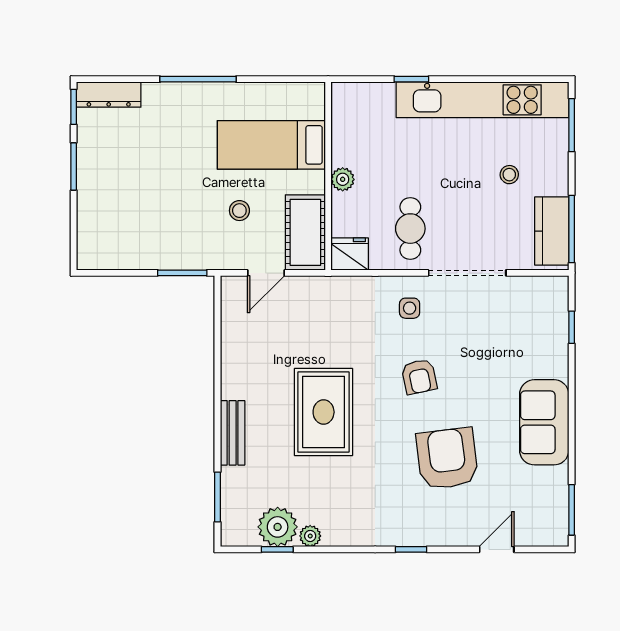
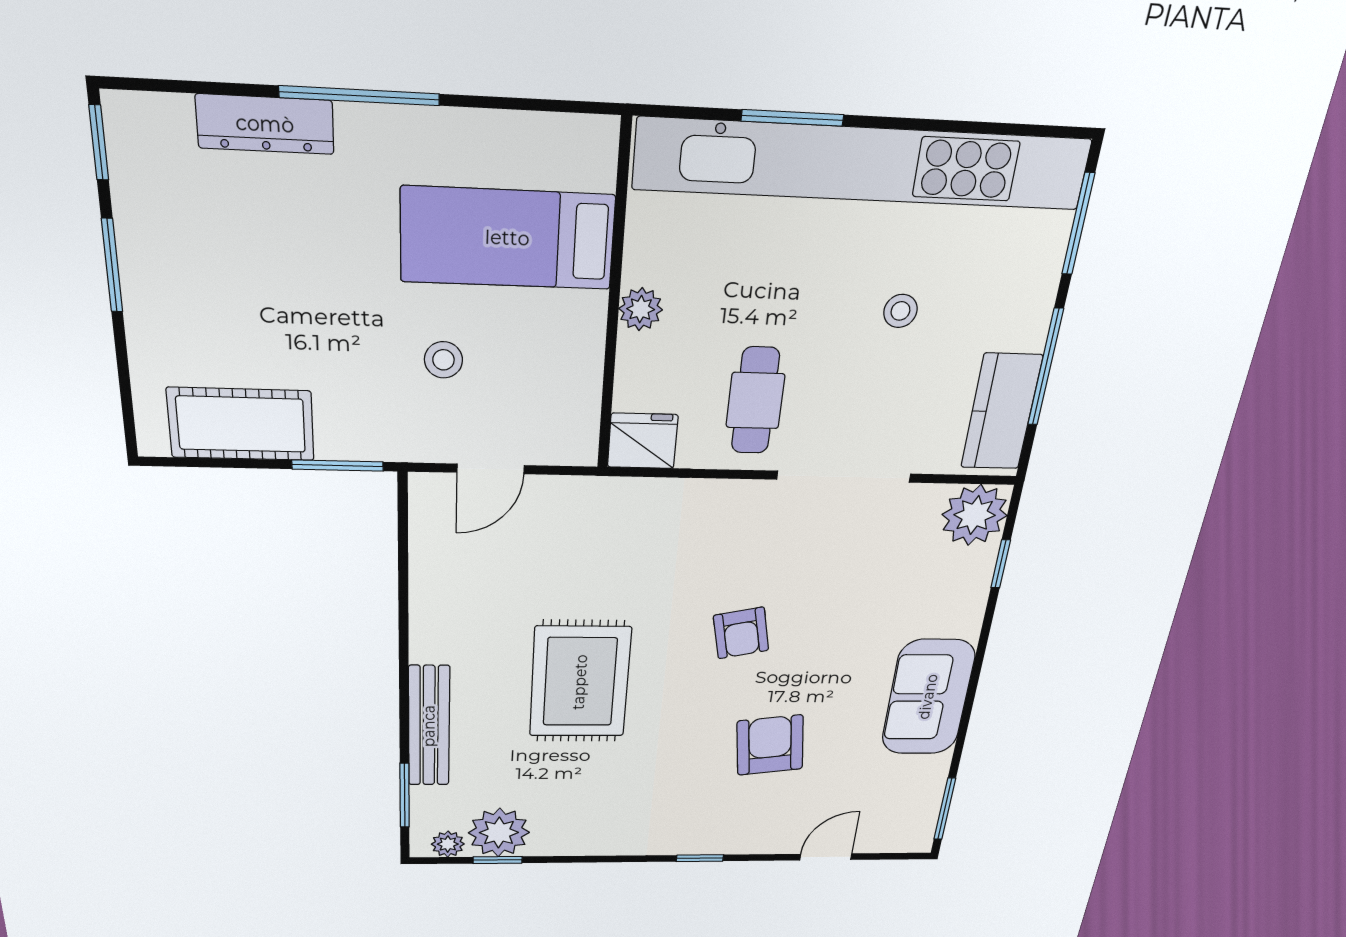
window: (411, 79) -> (792, 118), width x1.50
dresser: (109, 95) -> (265, 124), moved
kitchen unit: (482, 100) -> (863, 164), width x1.36
stool: (509, 175) -> (900, 311), moved
window: (572, 229) -> (1045, 367), moved
cot: (305, 232) -> (241, 424), moved, turned 90
plant: (549, 295) -> (975, 515), added
side table: (410, 308) -> (738, 531), removed
bench: (233, 433) -> (429, 726), width x1.36
armchair: (447, 459) -> (770, 745), width x0.73, depth x0.73
plant: (310, 536) -> (448, 844), moved

